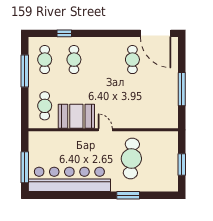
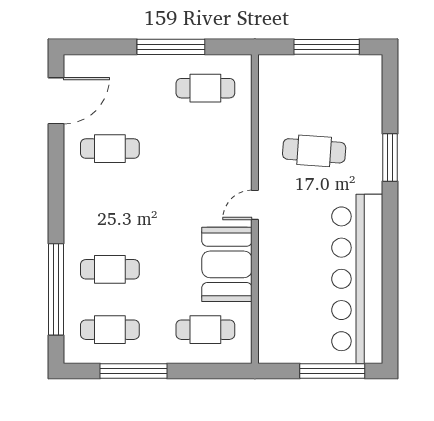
window: (64, 33) -> (56, 289), width x3.17
door: (156, 33) -> (56, 101), width x0.73
cafe table: (162, 106) -> (205, 88), added
cafe table: (131, 158) -> (314, 151), width x0.73, depth x0.74
window: (182, 165) -> (327, 47), width x1.44

